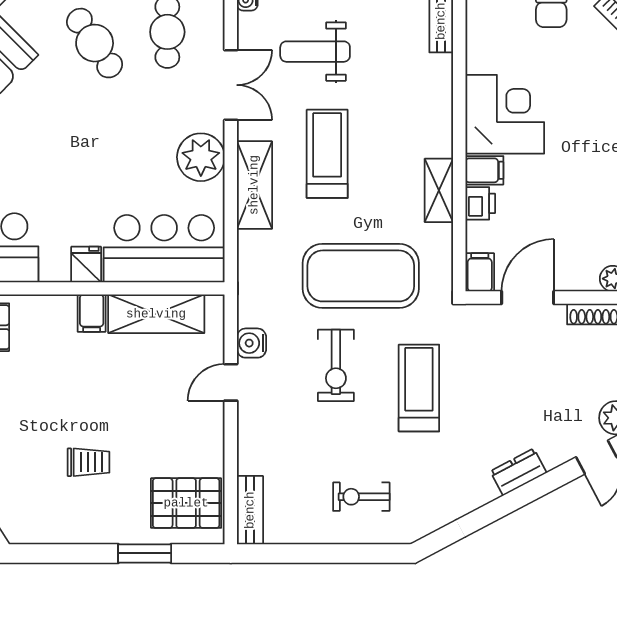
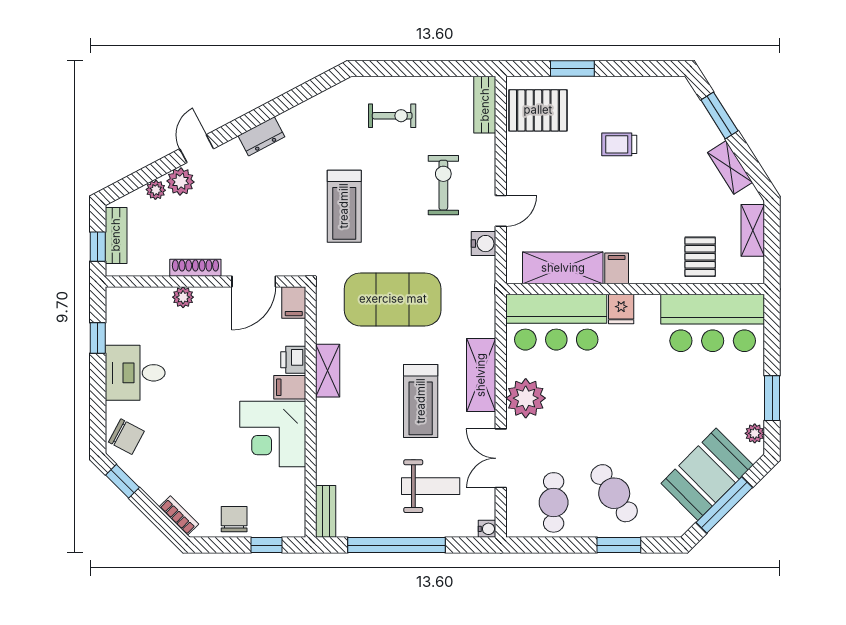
exercise bike: (336, 365) -> (443, 185), moved

